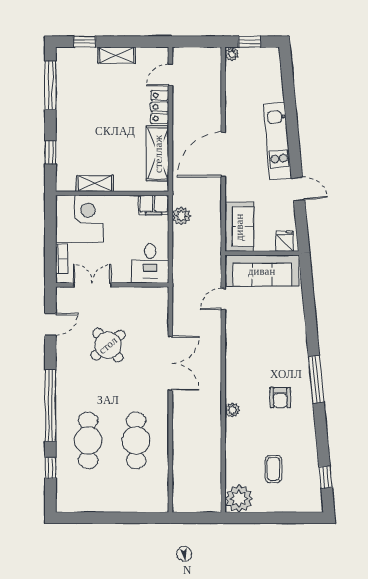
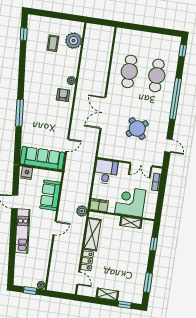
door: (170, 75) -> (78, 278), hinge flipped
window: (50, 85) -> (148, 283), width x0.69
door: (223, 154) -> (55, 228), width x0.53
plant: (181, 216) -> (82, 211), moved
corner desk: (79, 219) -> (130, 202), moved, turned 90
sofa: (239, 227) -> (50, 195), moved
door: (50, 324) -> (168, 145), swing flipped
window: (316, 379) -> (19, 113), moved
armchair: (280, 398) -> (63, 95), moved
window: (50, 468) -> (183, 51), moved
plant: (239, 498) -> (74, 41), moved

